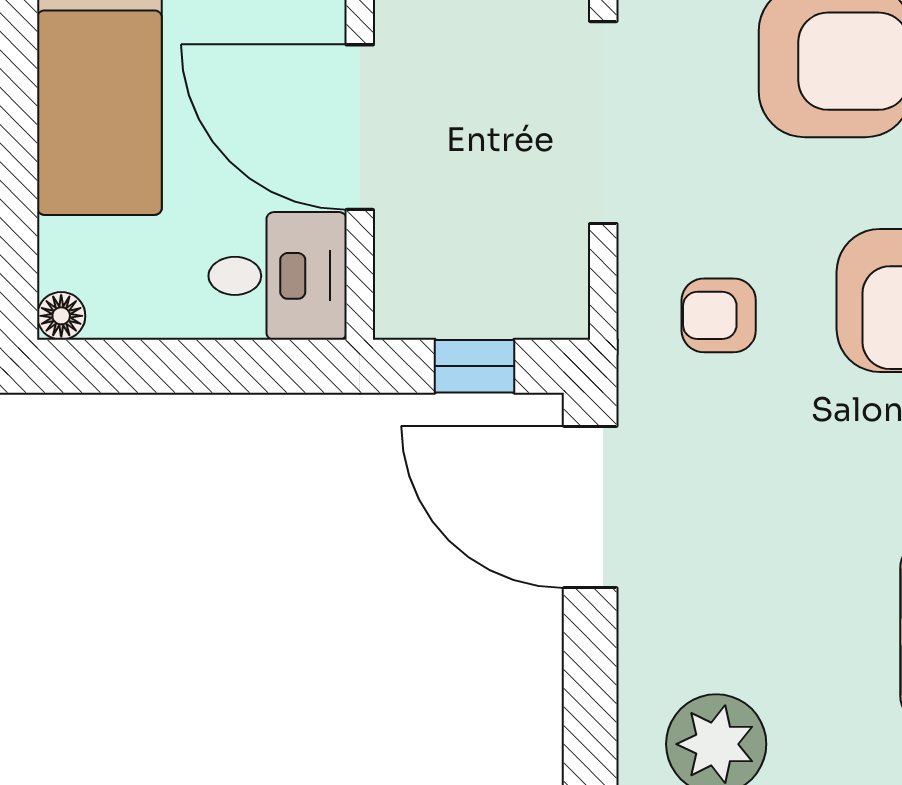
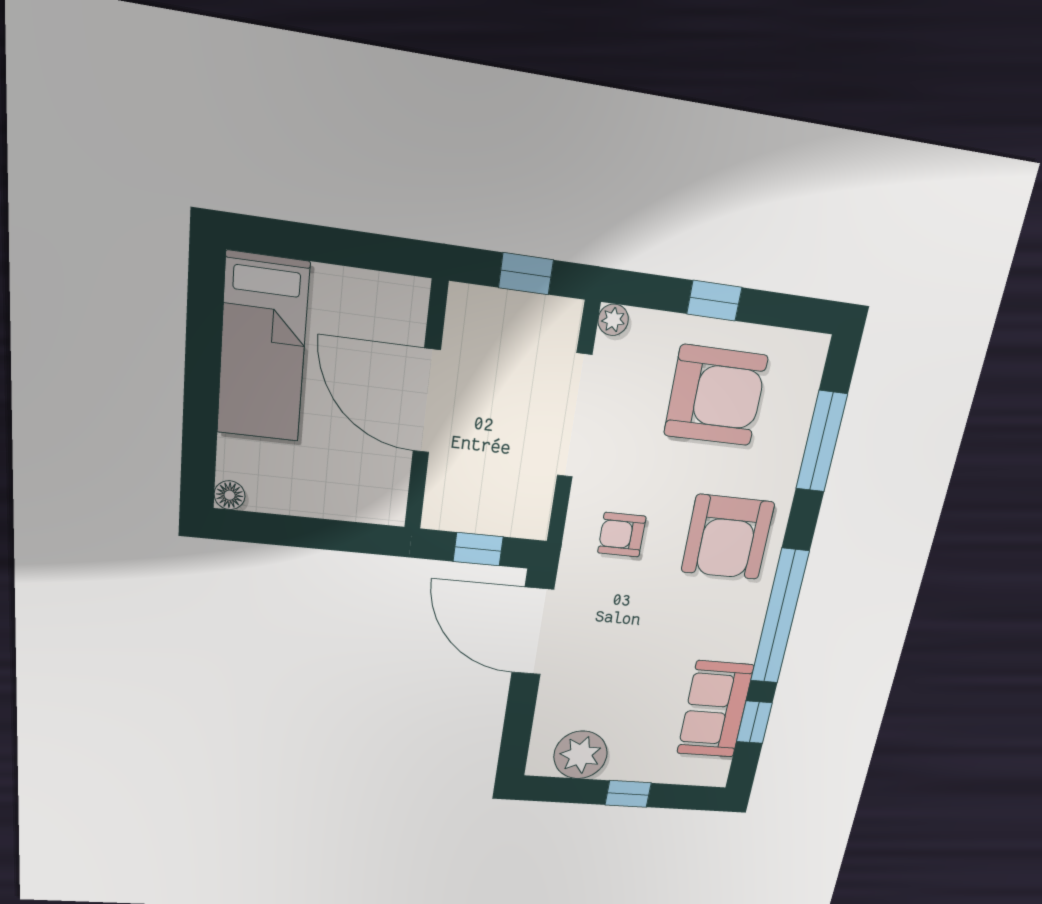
desk: (278, 276) -> (367, 485), removed

